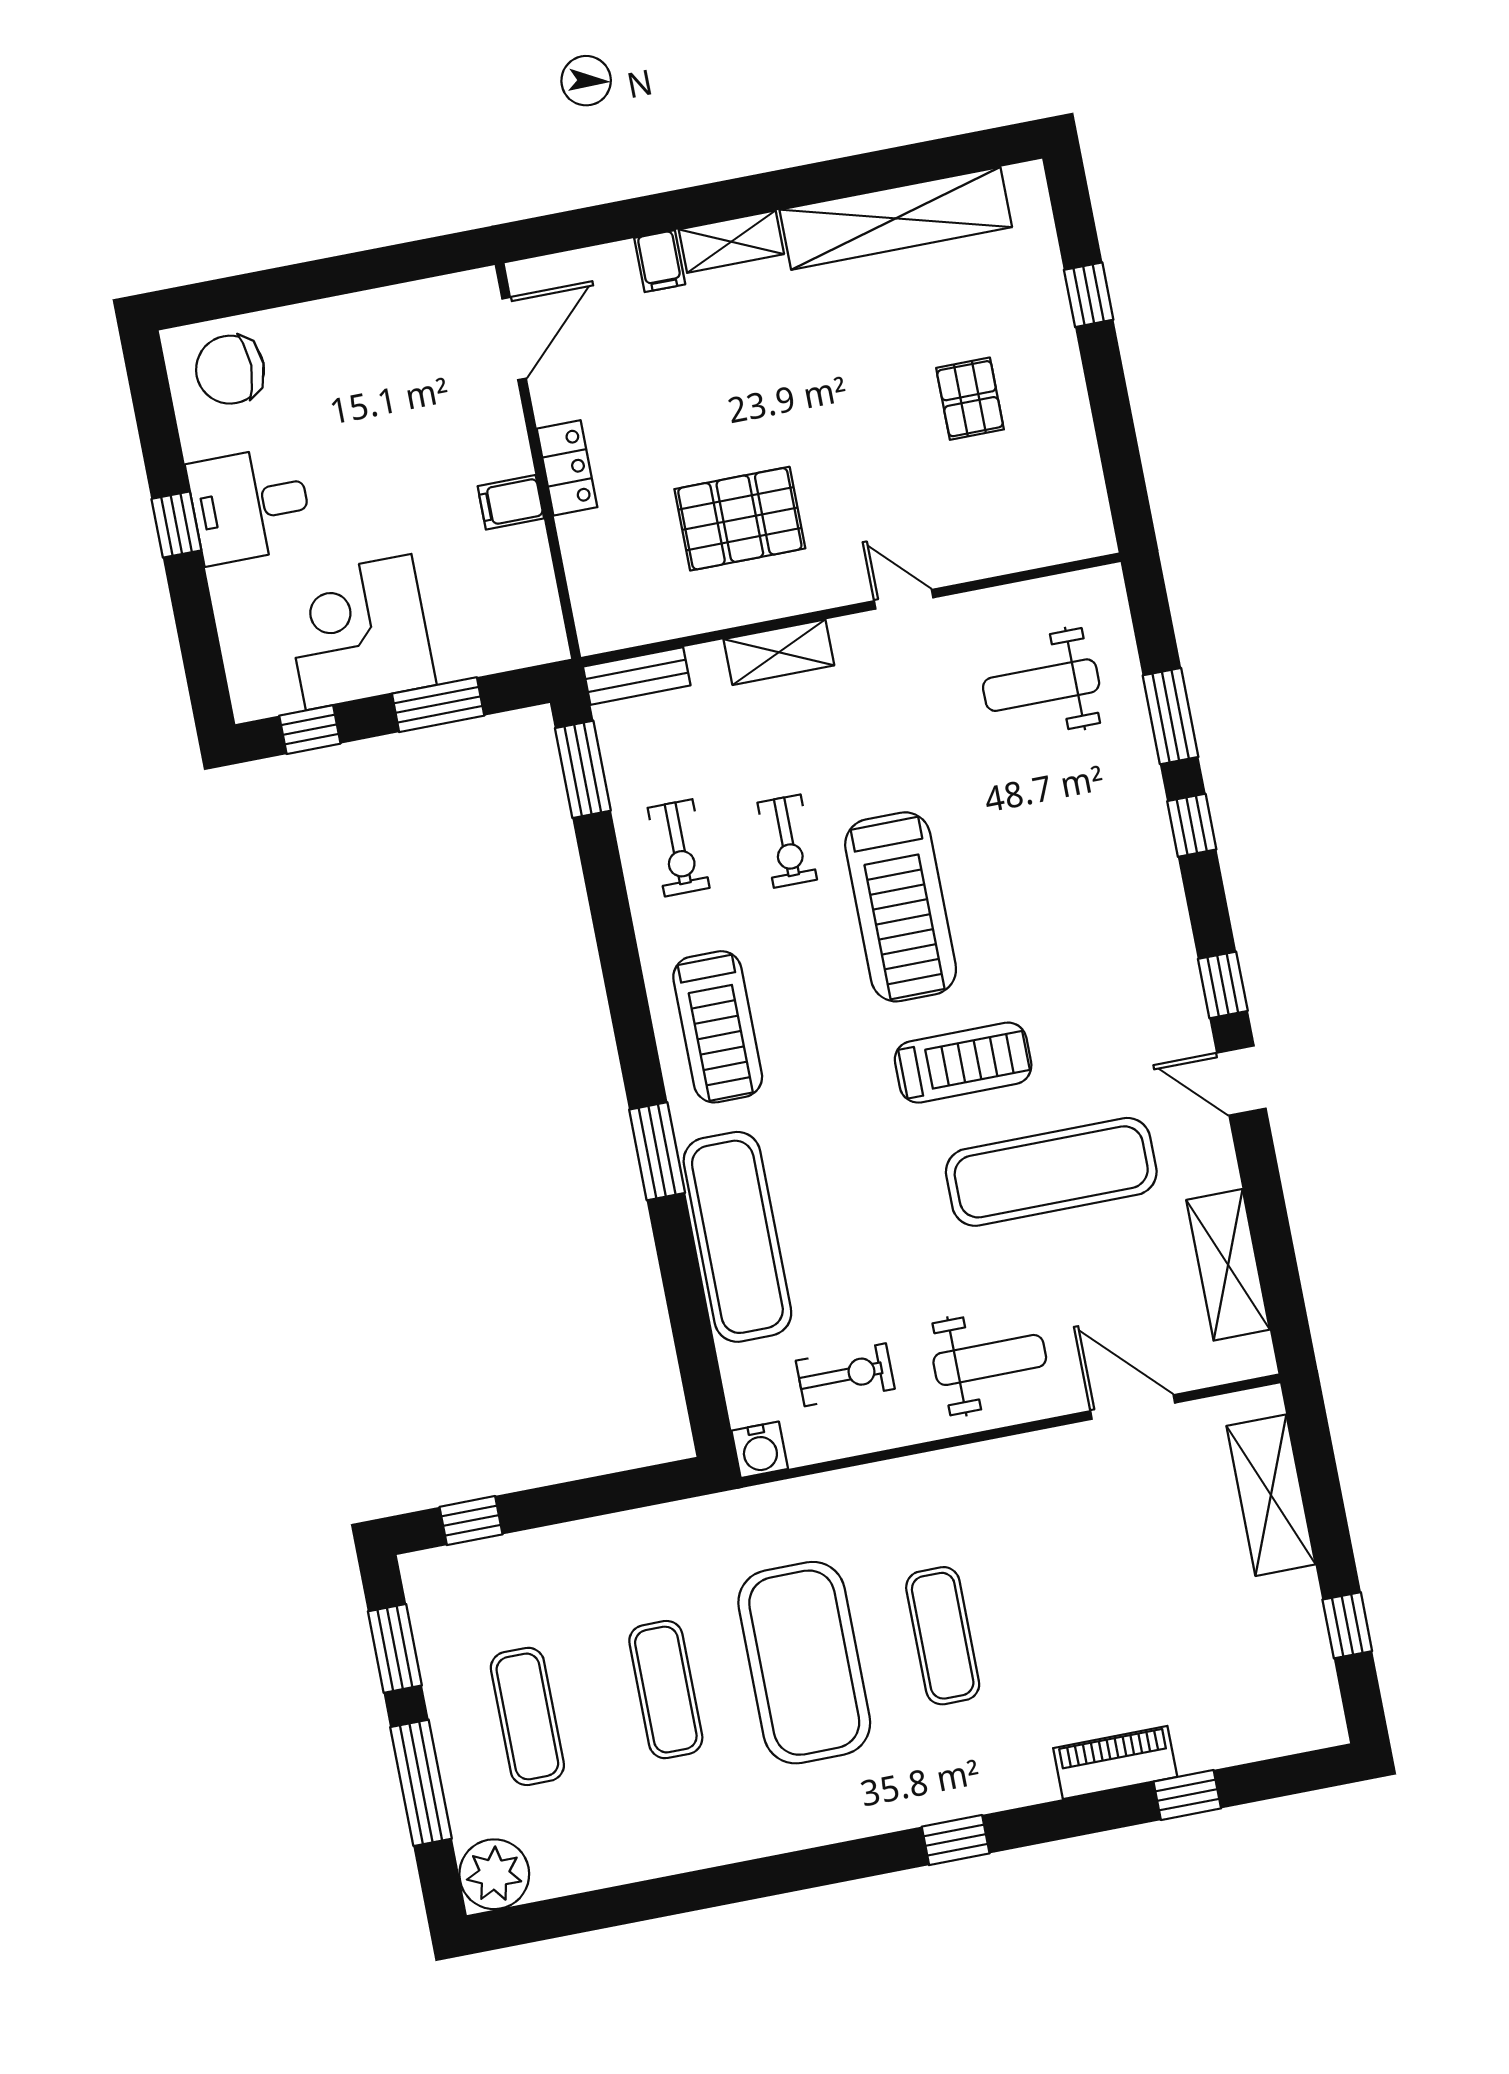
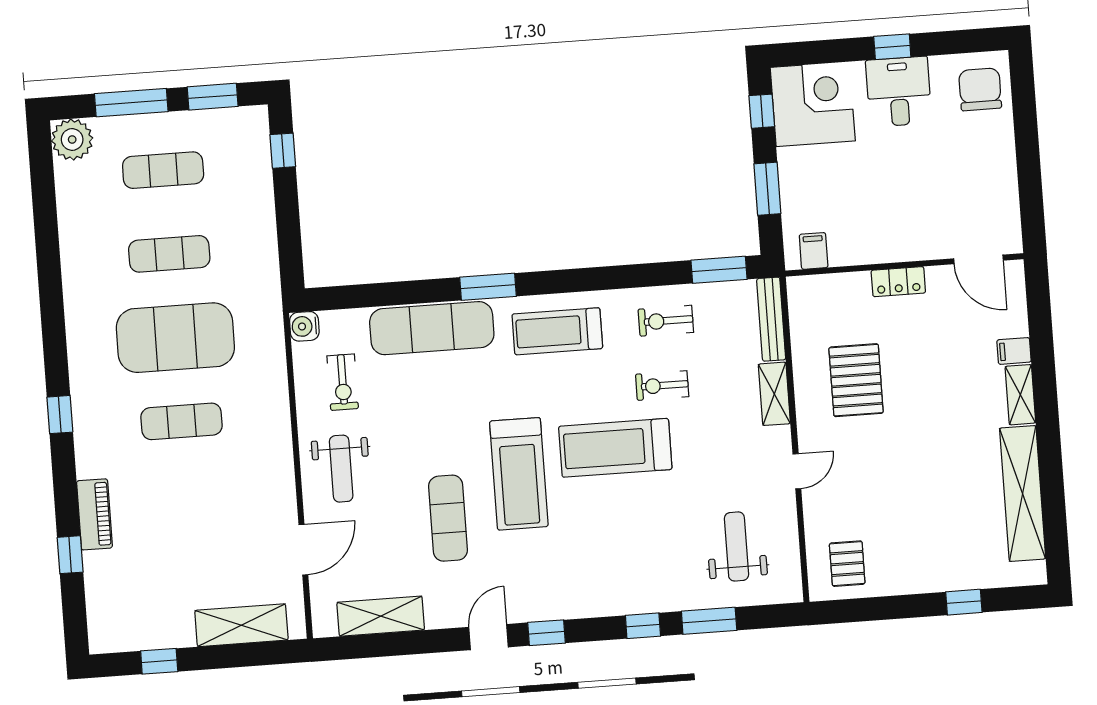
pallet: (970, 399) -> (847, 564), moved, turned 90
filing cabinet: (511, 502) -> (814, 251), moved
corner desk: (359, 632) -> (813, 104), moved
bench: (637, 676) -> (771, 319), width x1.36
treadmill: (963, 1063) -> (519, 474), width x1.37, depth x1.38
exercise mat: (1051, 1172) -> (448, 518), width x0.73, depth x0.69

